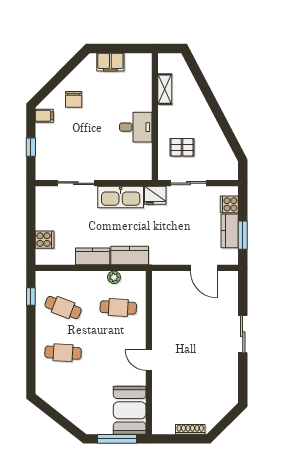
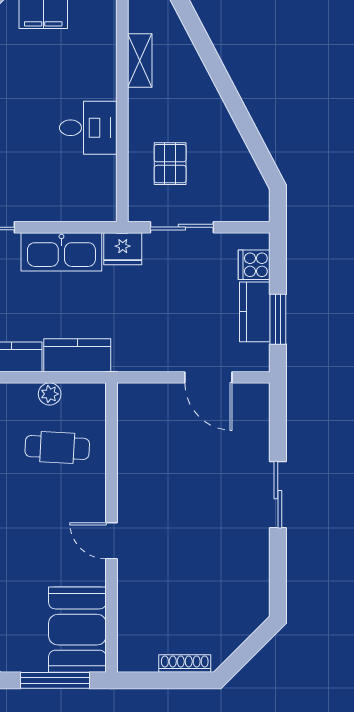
pallet: (182, 147) -> (170, 164), turned 90

